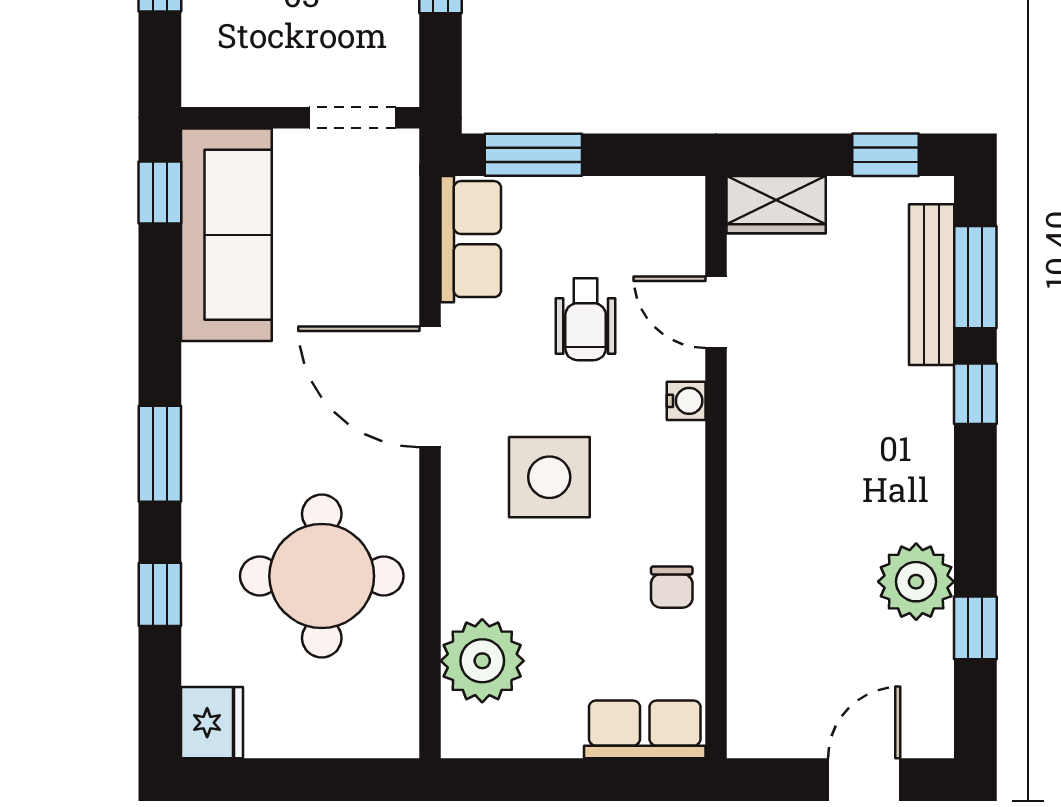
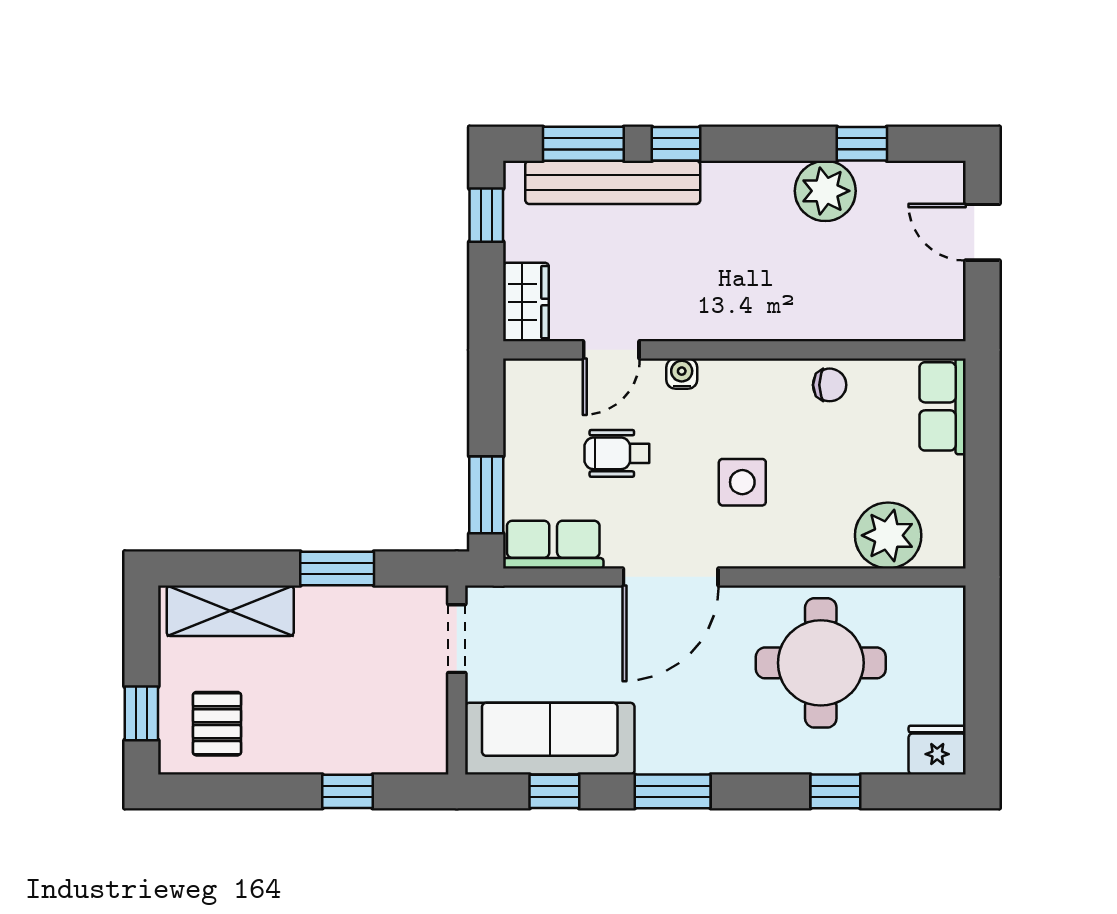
window: (160, 193) -> (554, 791), moved
bench: (932, 285) -> (613, 182), width x1.37, depth x1.21
wheelchair: (586, 319) -> (617, 453), turned 180
window: (160, 454) -> (673, 791), moved
side table: (549, 477) -> (742, 482), width x0.73, depth x0.73

